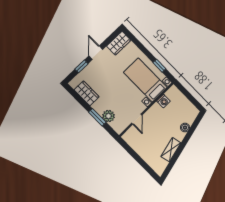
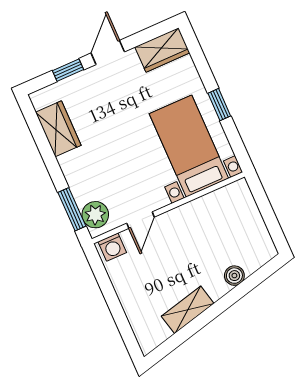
window: (159, 66) -> (219, 105), moved
washing machine: (163, 101) -> (112, 247), moved
plant: (109, 116) -> (95, 215), moved
window: (97, 117) -> (72, 209), moved

